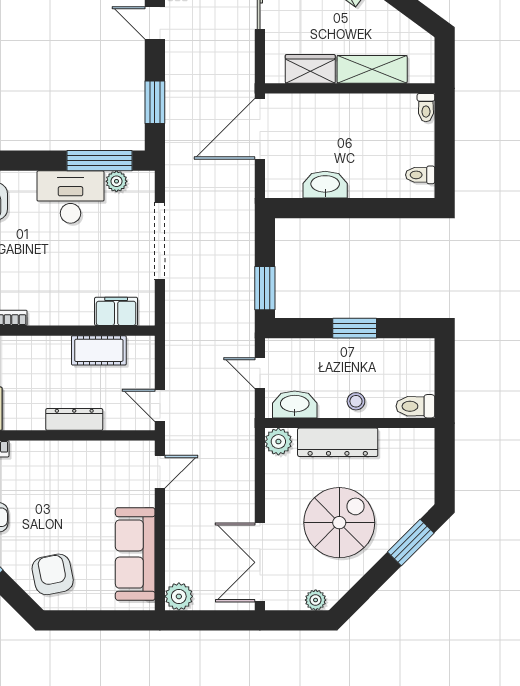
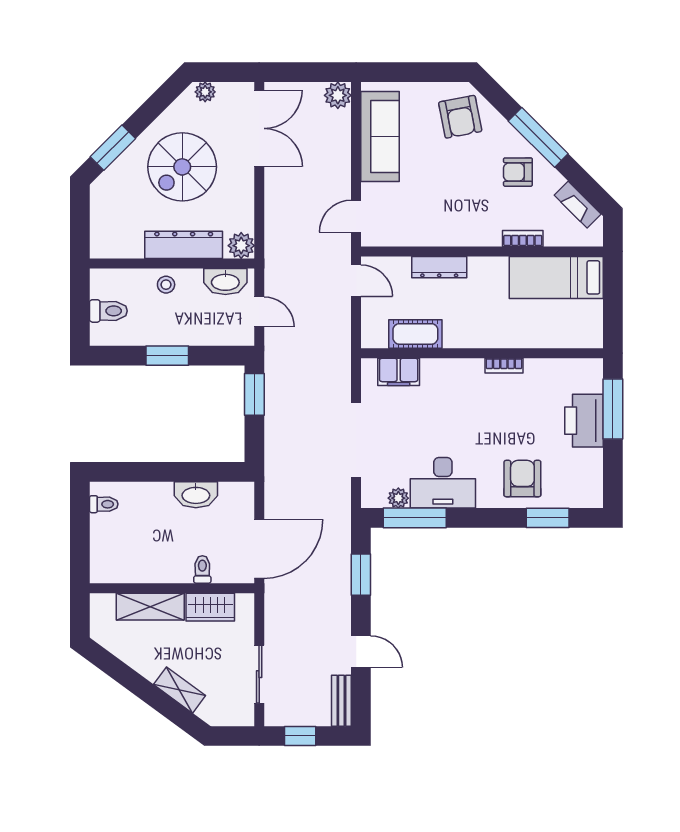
toilet: (426, 108) -> (202, 569), moved
toilet: (415, 406) -> (108, 311), moved

